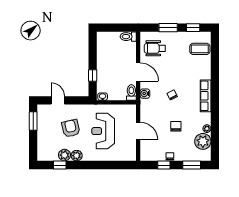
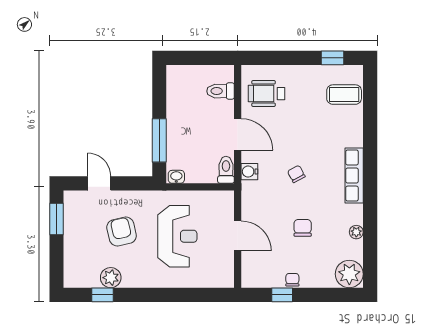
window: (168, 28) -> (290, 58), removed
toilet: (128, 37) -> (220, 91), moved
window: (93, 76) -> (159, 140), width x2.17
reception desk: (103, 131) -> (177, 236), turned 180
plant: (203, 141) -> (349, 274), moved
plant: (77, 156) -> (132, 279), removed
window: (192, 165) -> (330, 295), removed

